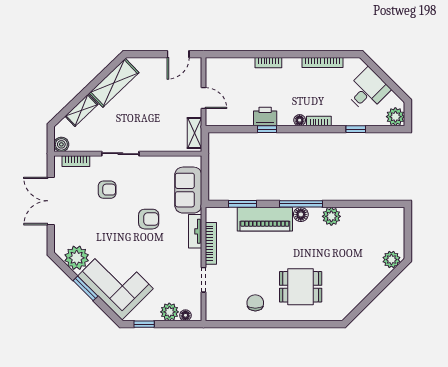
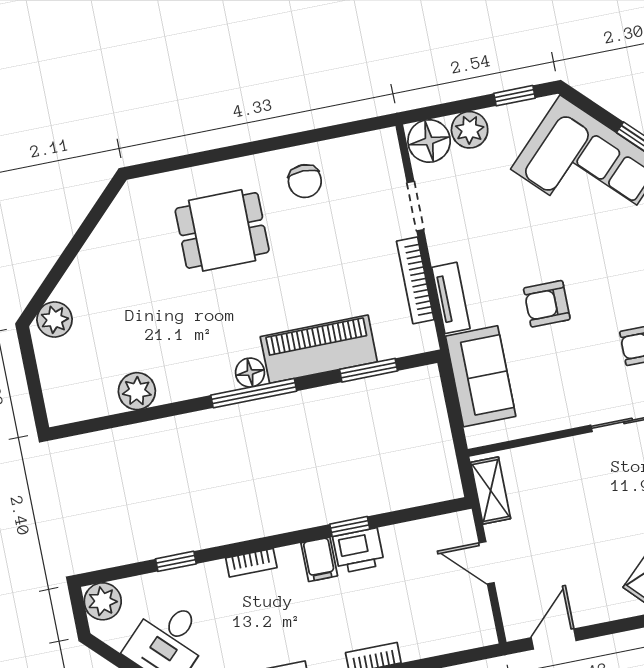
filing cabinet: (285, 116) -> (319, 559), added
floor lamp: (300, 120) -> (289, 557), removed
plant: (331, 216) -> (137, 391), moved
floor lamp: (185, 315) -> (429, 141), width x1.89, depth x1.89

